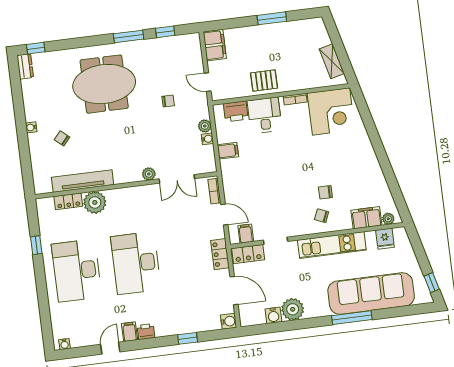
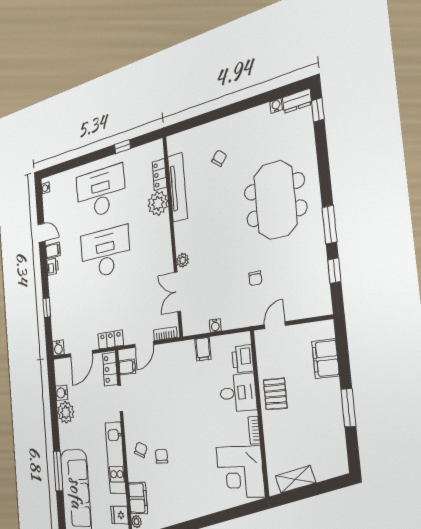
filing cabinet: (215, 45) -> (325, 359), moved, turned 90
plant: (205, 126) -> (228, 322), removed
water cooler: (31, 127) -> (276, 106), moved

